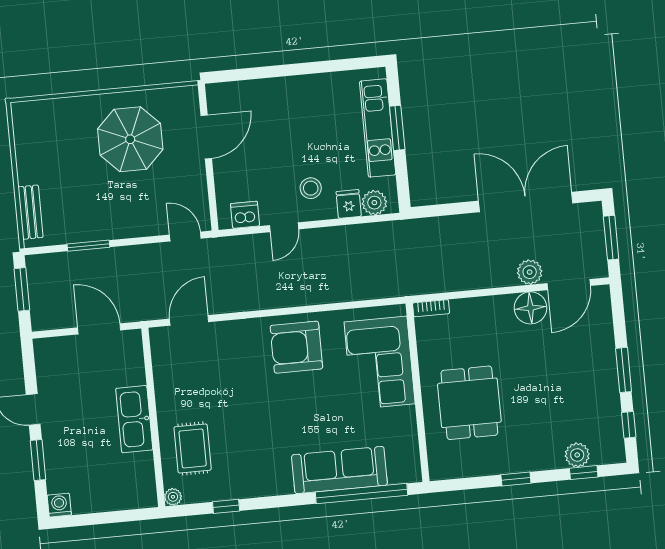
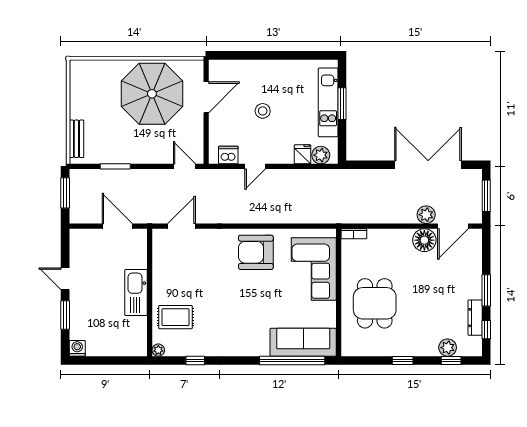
parasol: (130, 139) -> (152, 94), width x1.36, depth x1.36
stool: (311, 188) -> (263, 111), moved
dresser: (612, 410) -> (475, 318), added
rug: (193, 448) -> (175, 317), turned 90
sofa: (339, 470) -> (303, 342), moved

